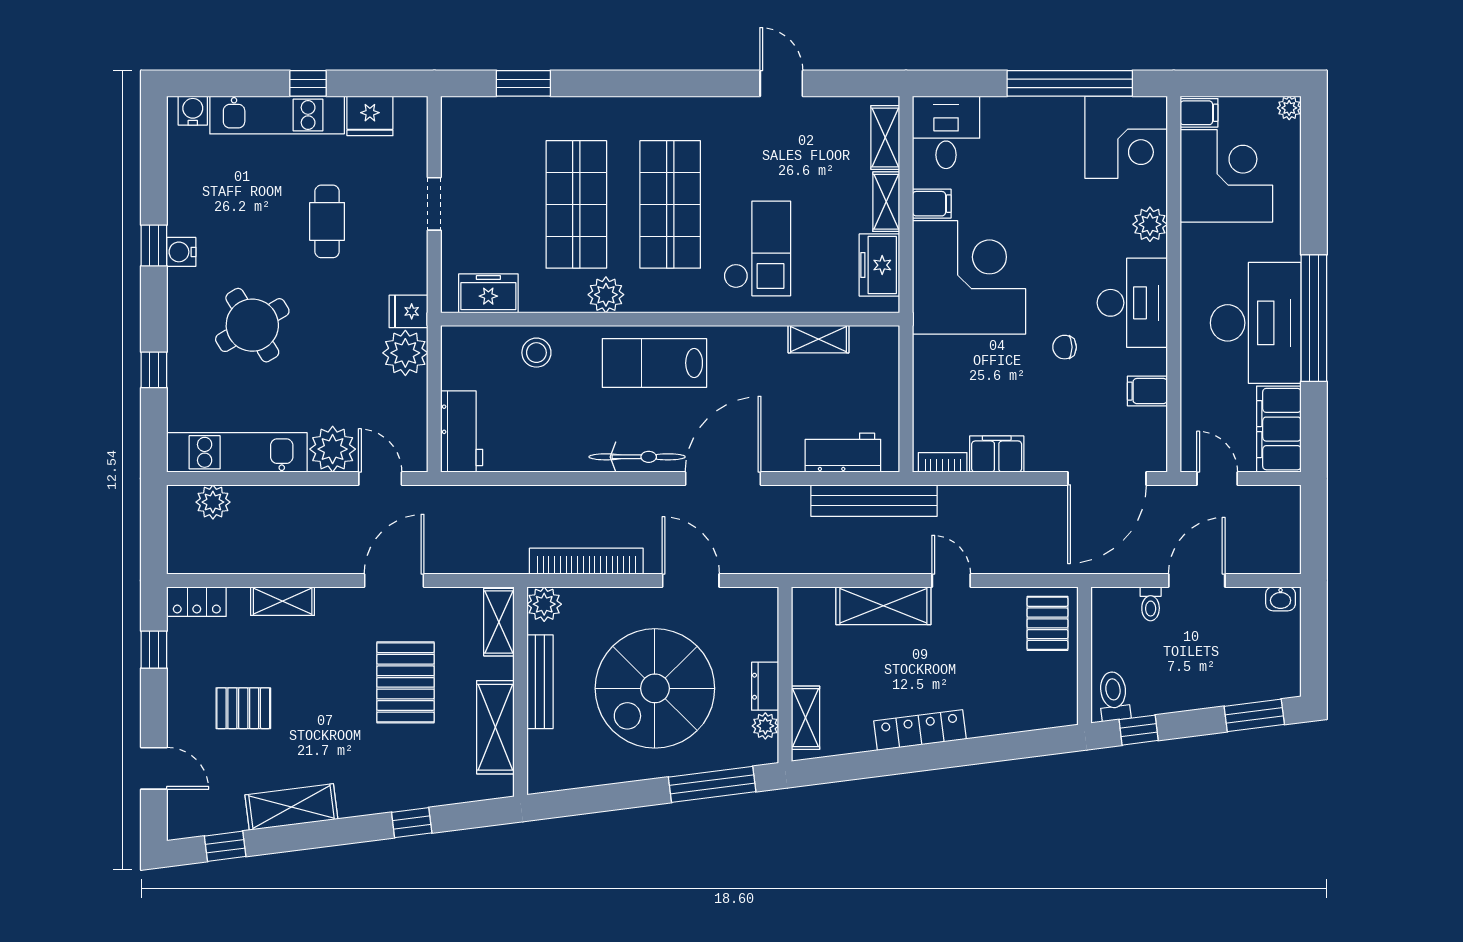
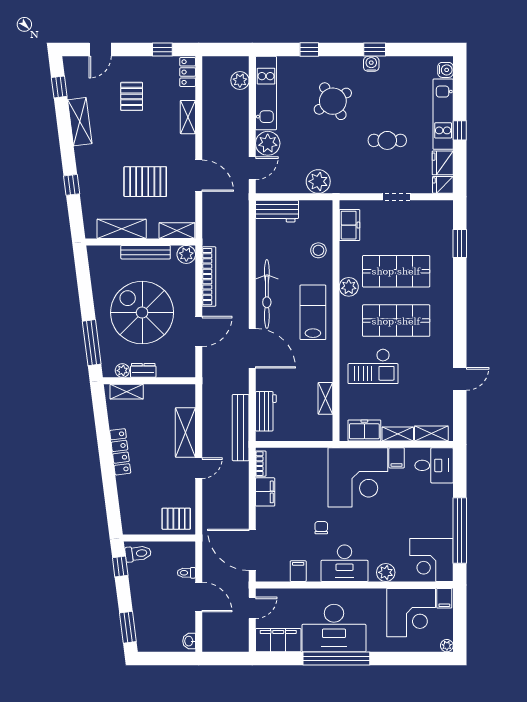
fridge: (409, 311) -> (443, 185), moved, turned -90
bicycle: (637, 457) -> (267, 294), width x1.37, depth x1.40

